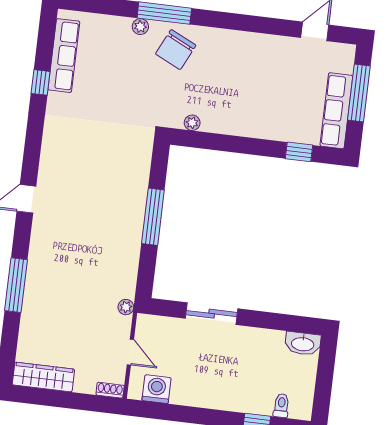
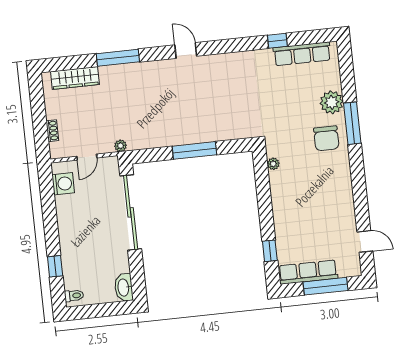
plant: (140, 27) -> (332, 102), width x1.87, depth x1.87
chair: (176, 50) -> (326, 138), turned -116
sliding door: (212, 314) -> (131, 212), width x1.86
wardrobe: (43, 377) -> (75, 78), moved, turned 90
shoe rack: (110, 390) -> (52, 131), moved
toilet: (281, 406) -> (74, 296), moved

